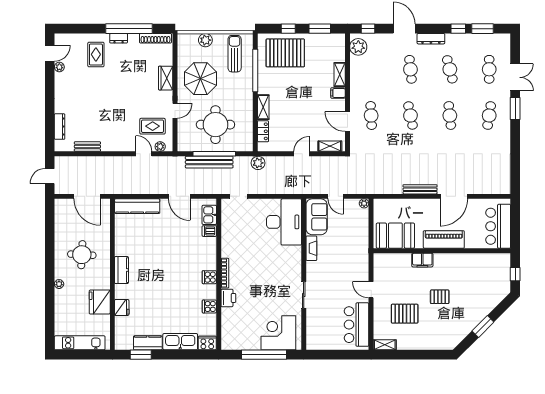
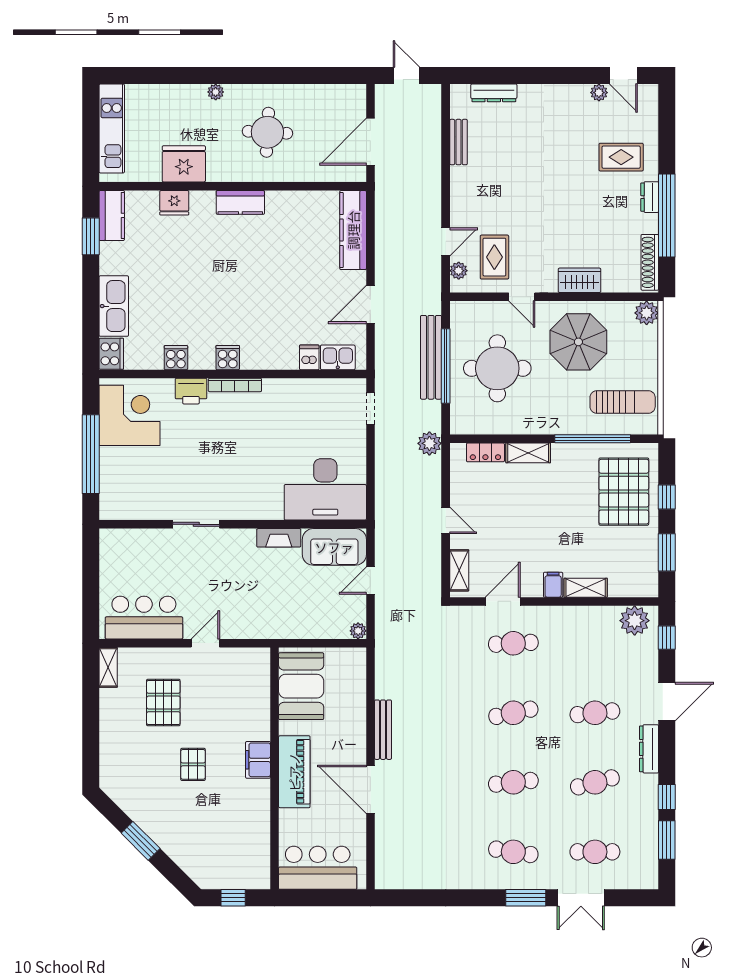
plant: (205, 40) -> (647, 313), moved
filing cabinet: (422, 260) -> (258, 760), moved
corner desk: (278, 333) -> (130, 415), moved
kitchen counter: (148, 343) -> (112, 215), moved

